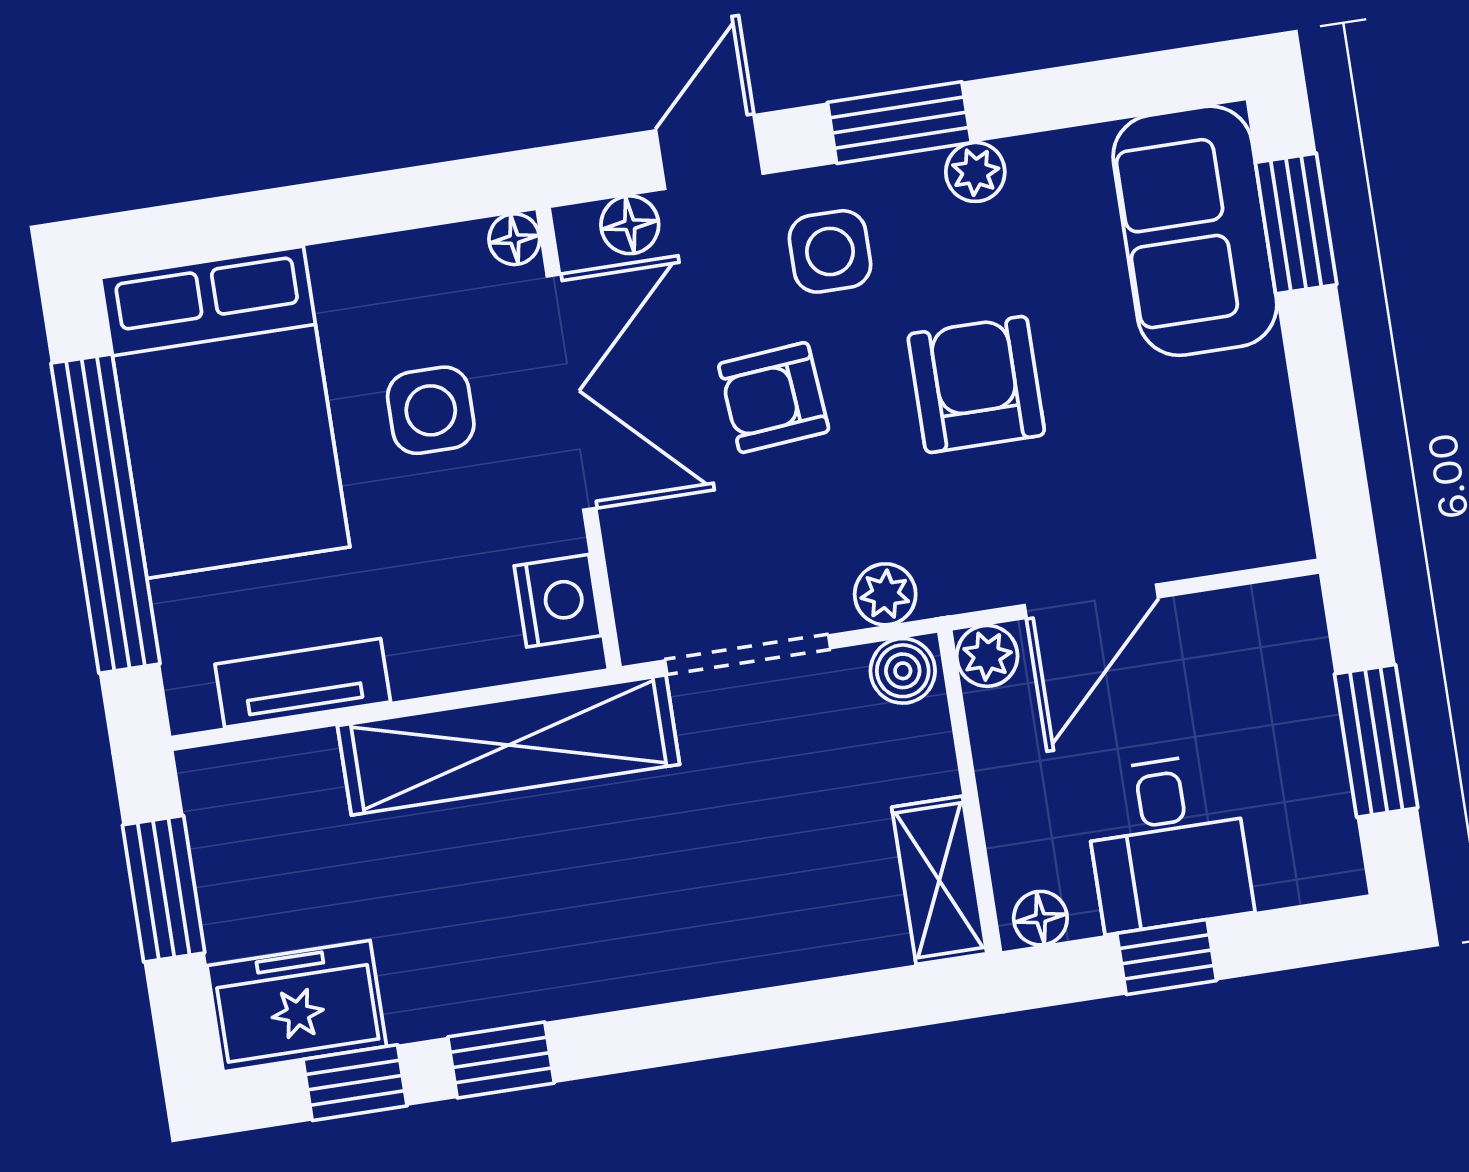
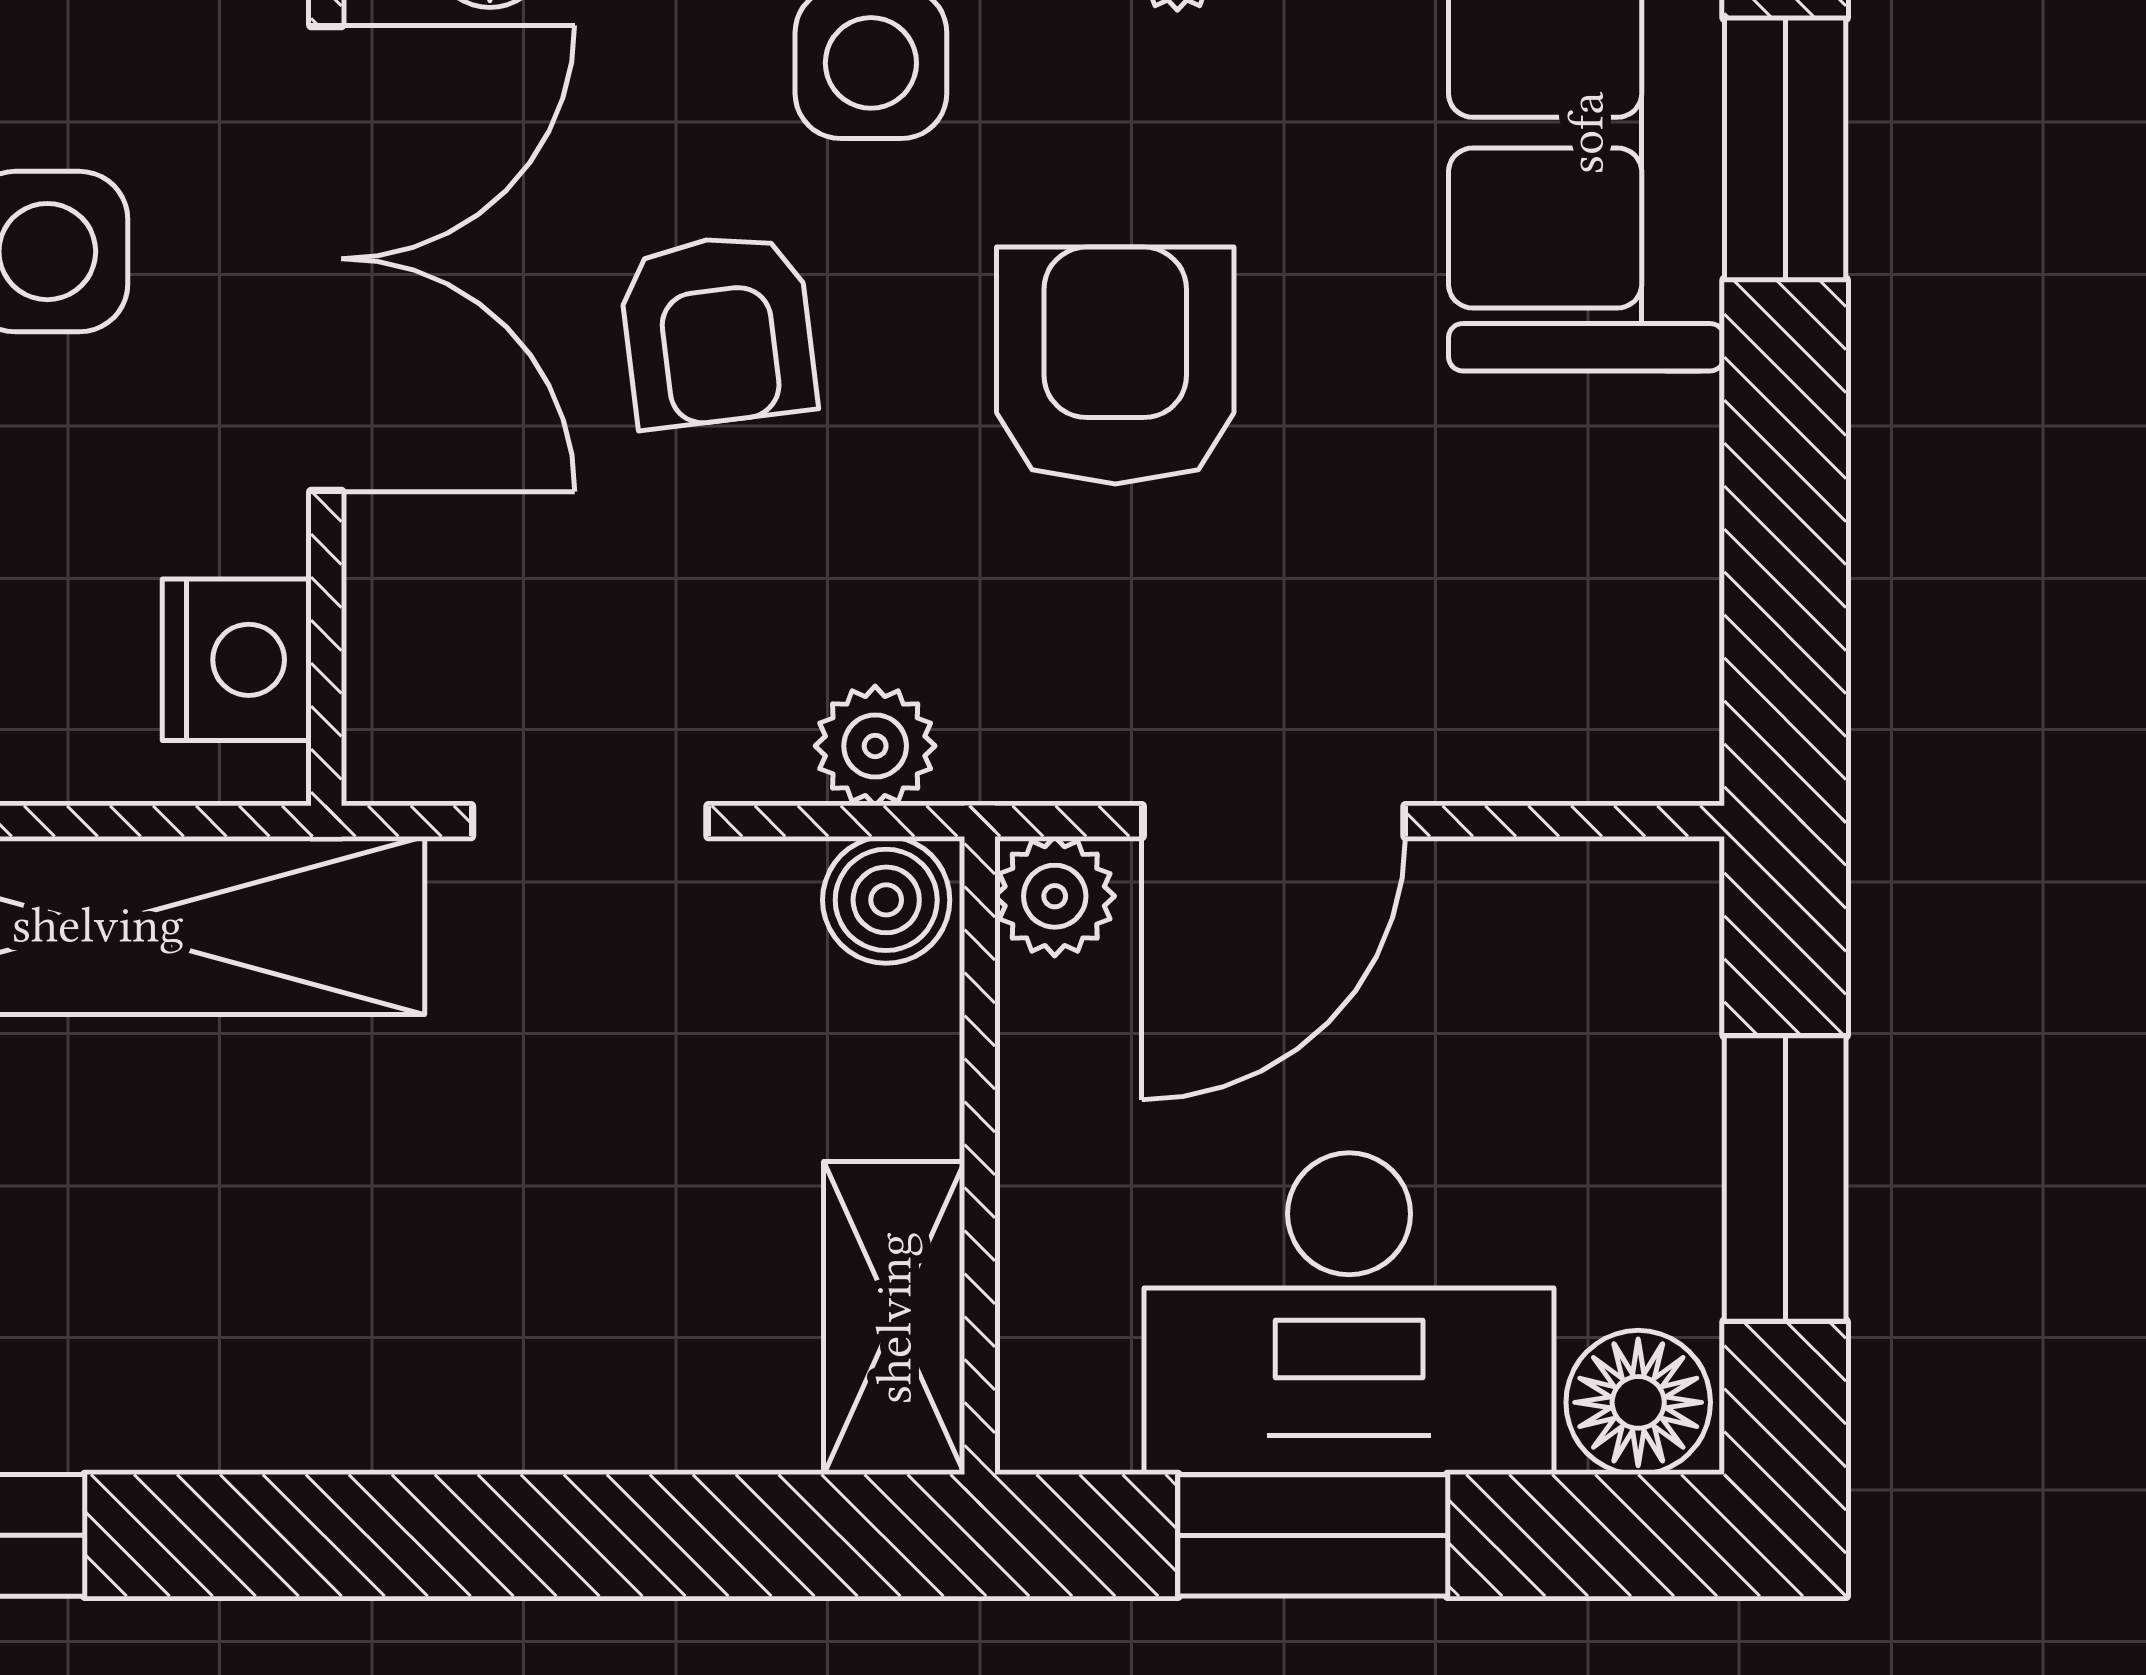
armchair: (774, 398) -> (717, 330), turned -92
doorway: (748, 654) -> (590, 821), width x0.73
desk: (1168, 843) -> (1349, 1314), width x1.37
floor lamp: (1040, 918) -> (1638, 1402), moved, width x1.37, depth x1.37
window: (1167, 957) -> (1313, 1535), width x1.50

